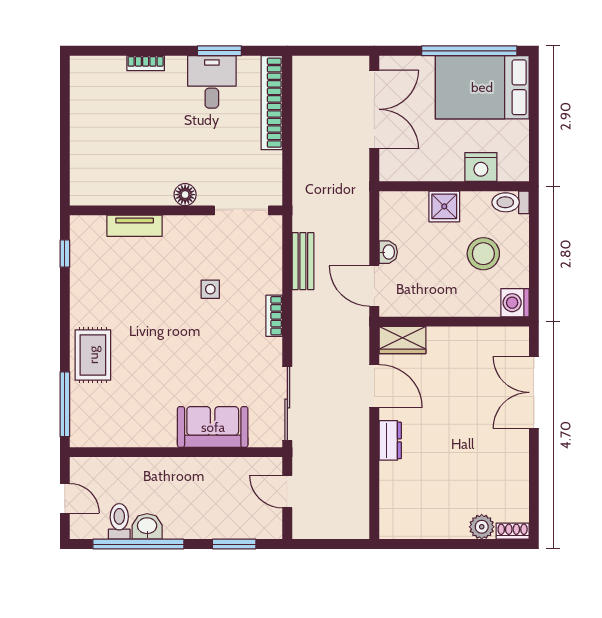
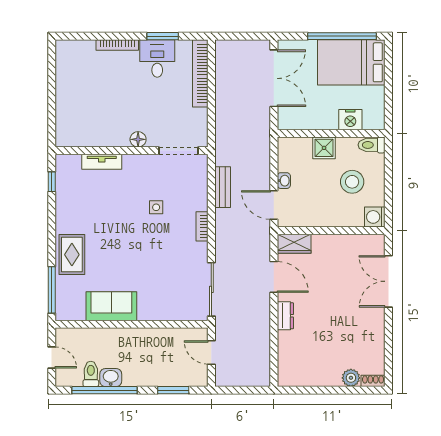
bookcase: (146, 63) -> (117, 45), width x1.56
sofa: (213, 427) -> (111, 306), moved

